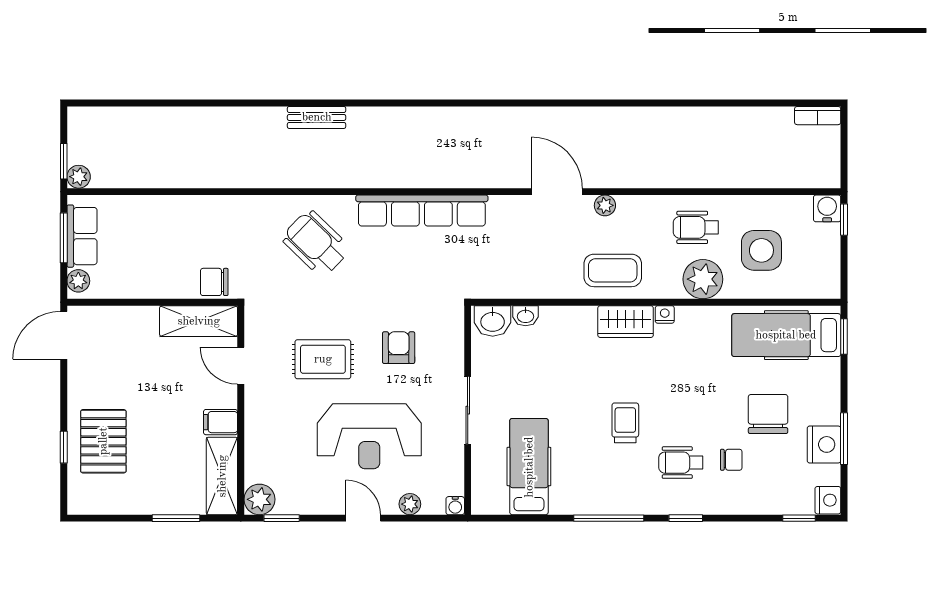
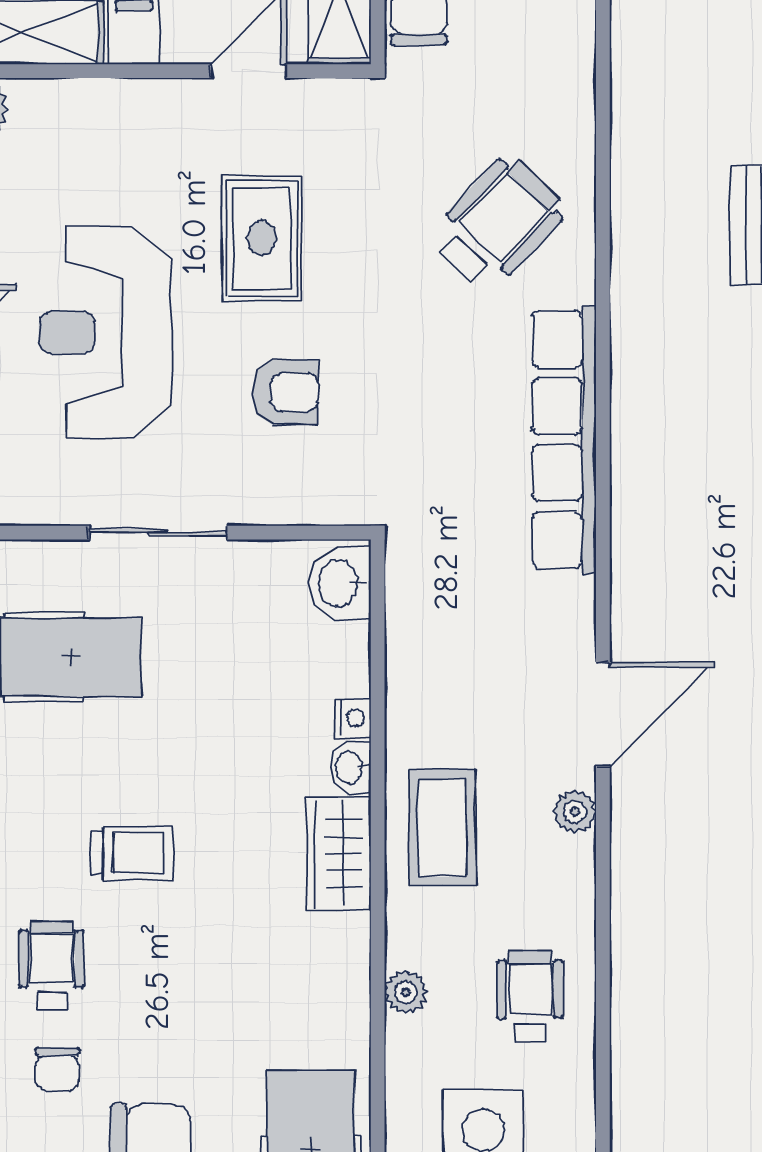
plant: (703, 279) -> (406, 992), width x0.53, depth x0.53
nightstand: (665, 314) -> (353, 718), moved
washbasin: (526, 316) -> (350, 767), moved

